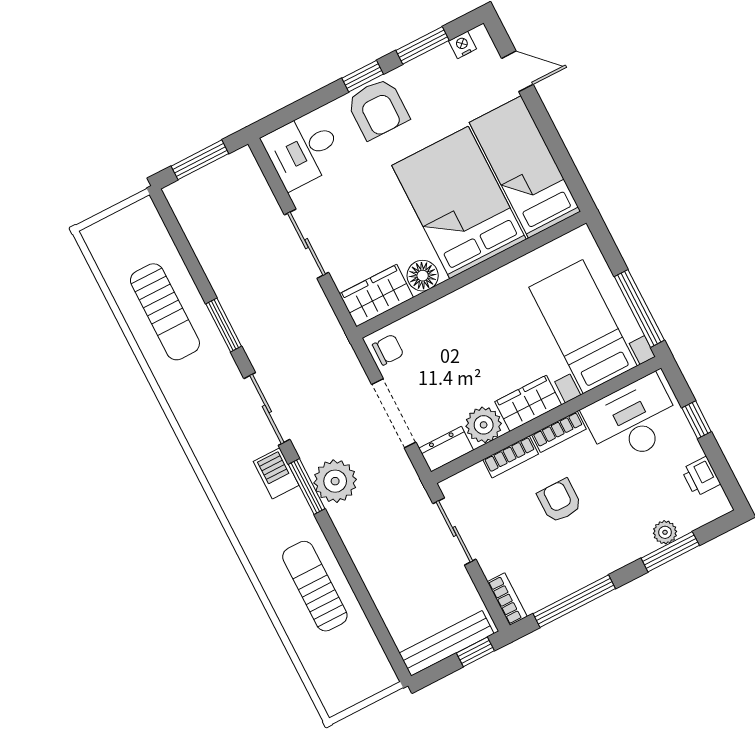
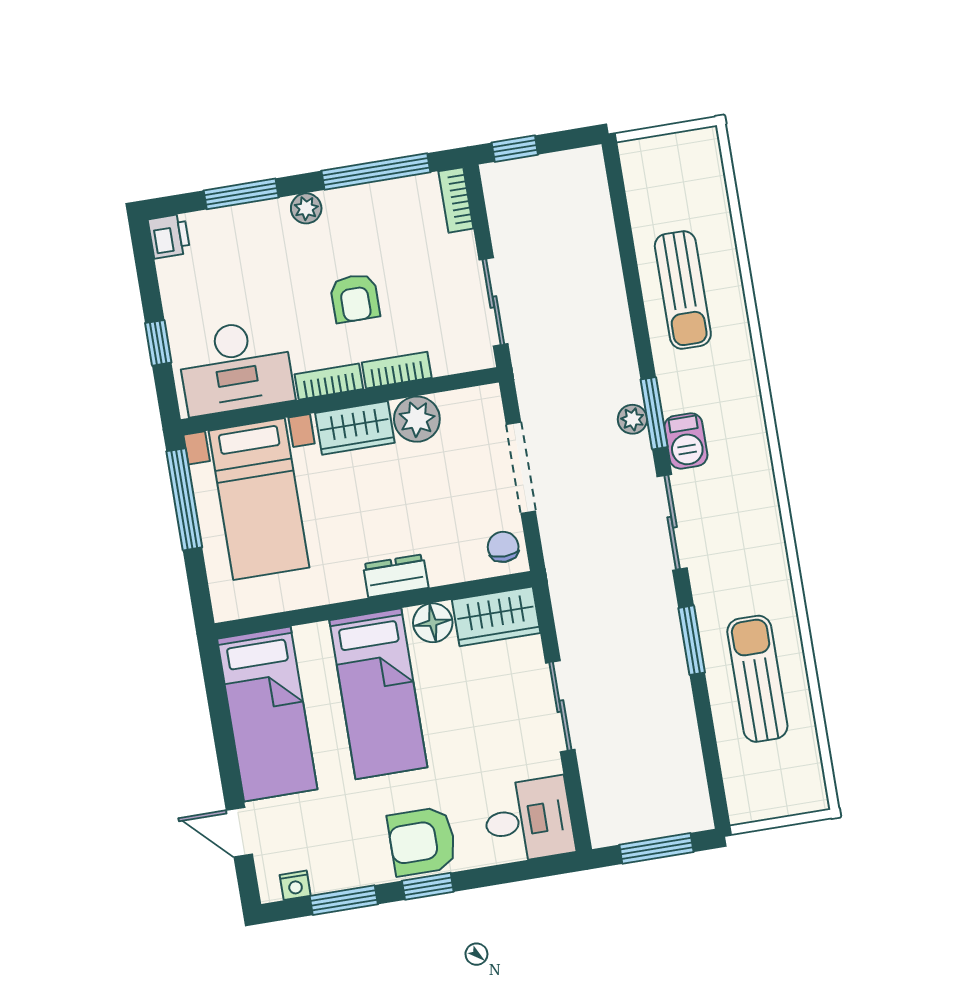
armchair: (378, 109) -> (422, 841), turned -90
bed: (459, 203) -> (378, 694), width x0.67
chair: (388, 350) -> (503, 547), turned 90
dresser: (446, 449) -> (396, 576), moved, turned 180
printer: (701, 477) -> (169, 236), moved
plant: (335, 481) -> (632, 419), width x0.53, depth x0.53
plant: (665, 532) -> (306, 208), moved
bench: (447, 643) -> (546, 170), removed

